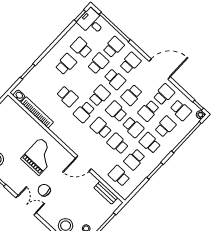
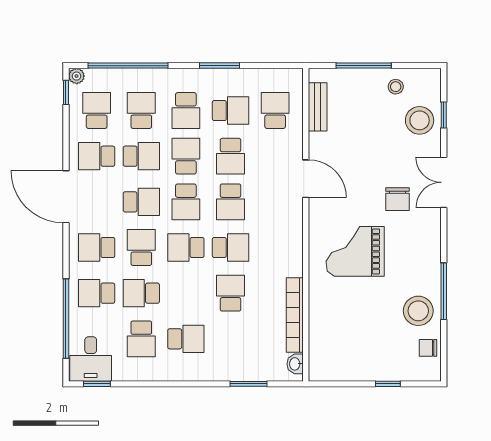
school desk: (66, 64) -> (186, 339), turned 180
school desk: (165, 127) -> (141, 111), turned 90
school desk: (119, 176) -> (275, 111), turned 180
double door: (26, 205) -> (444, 182), moved

